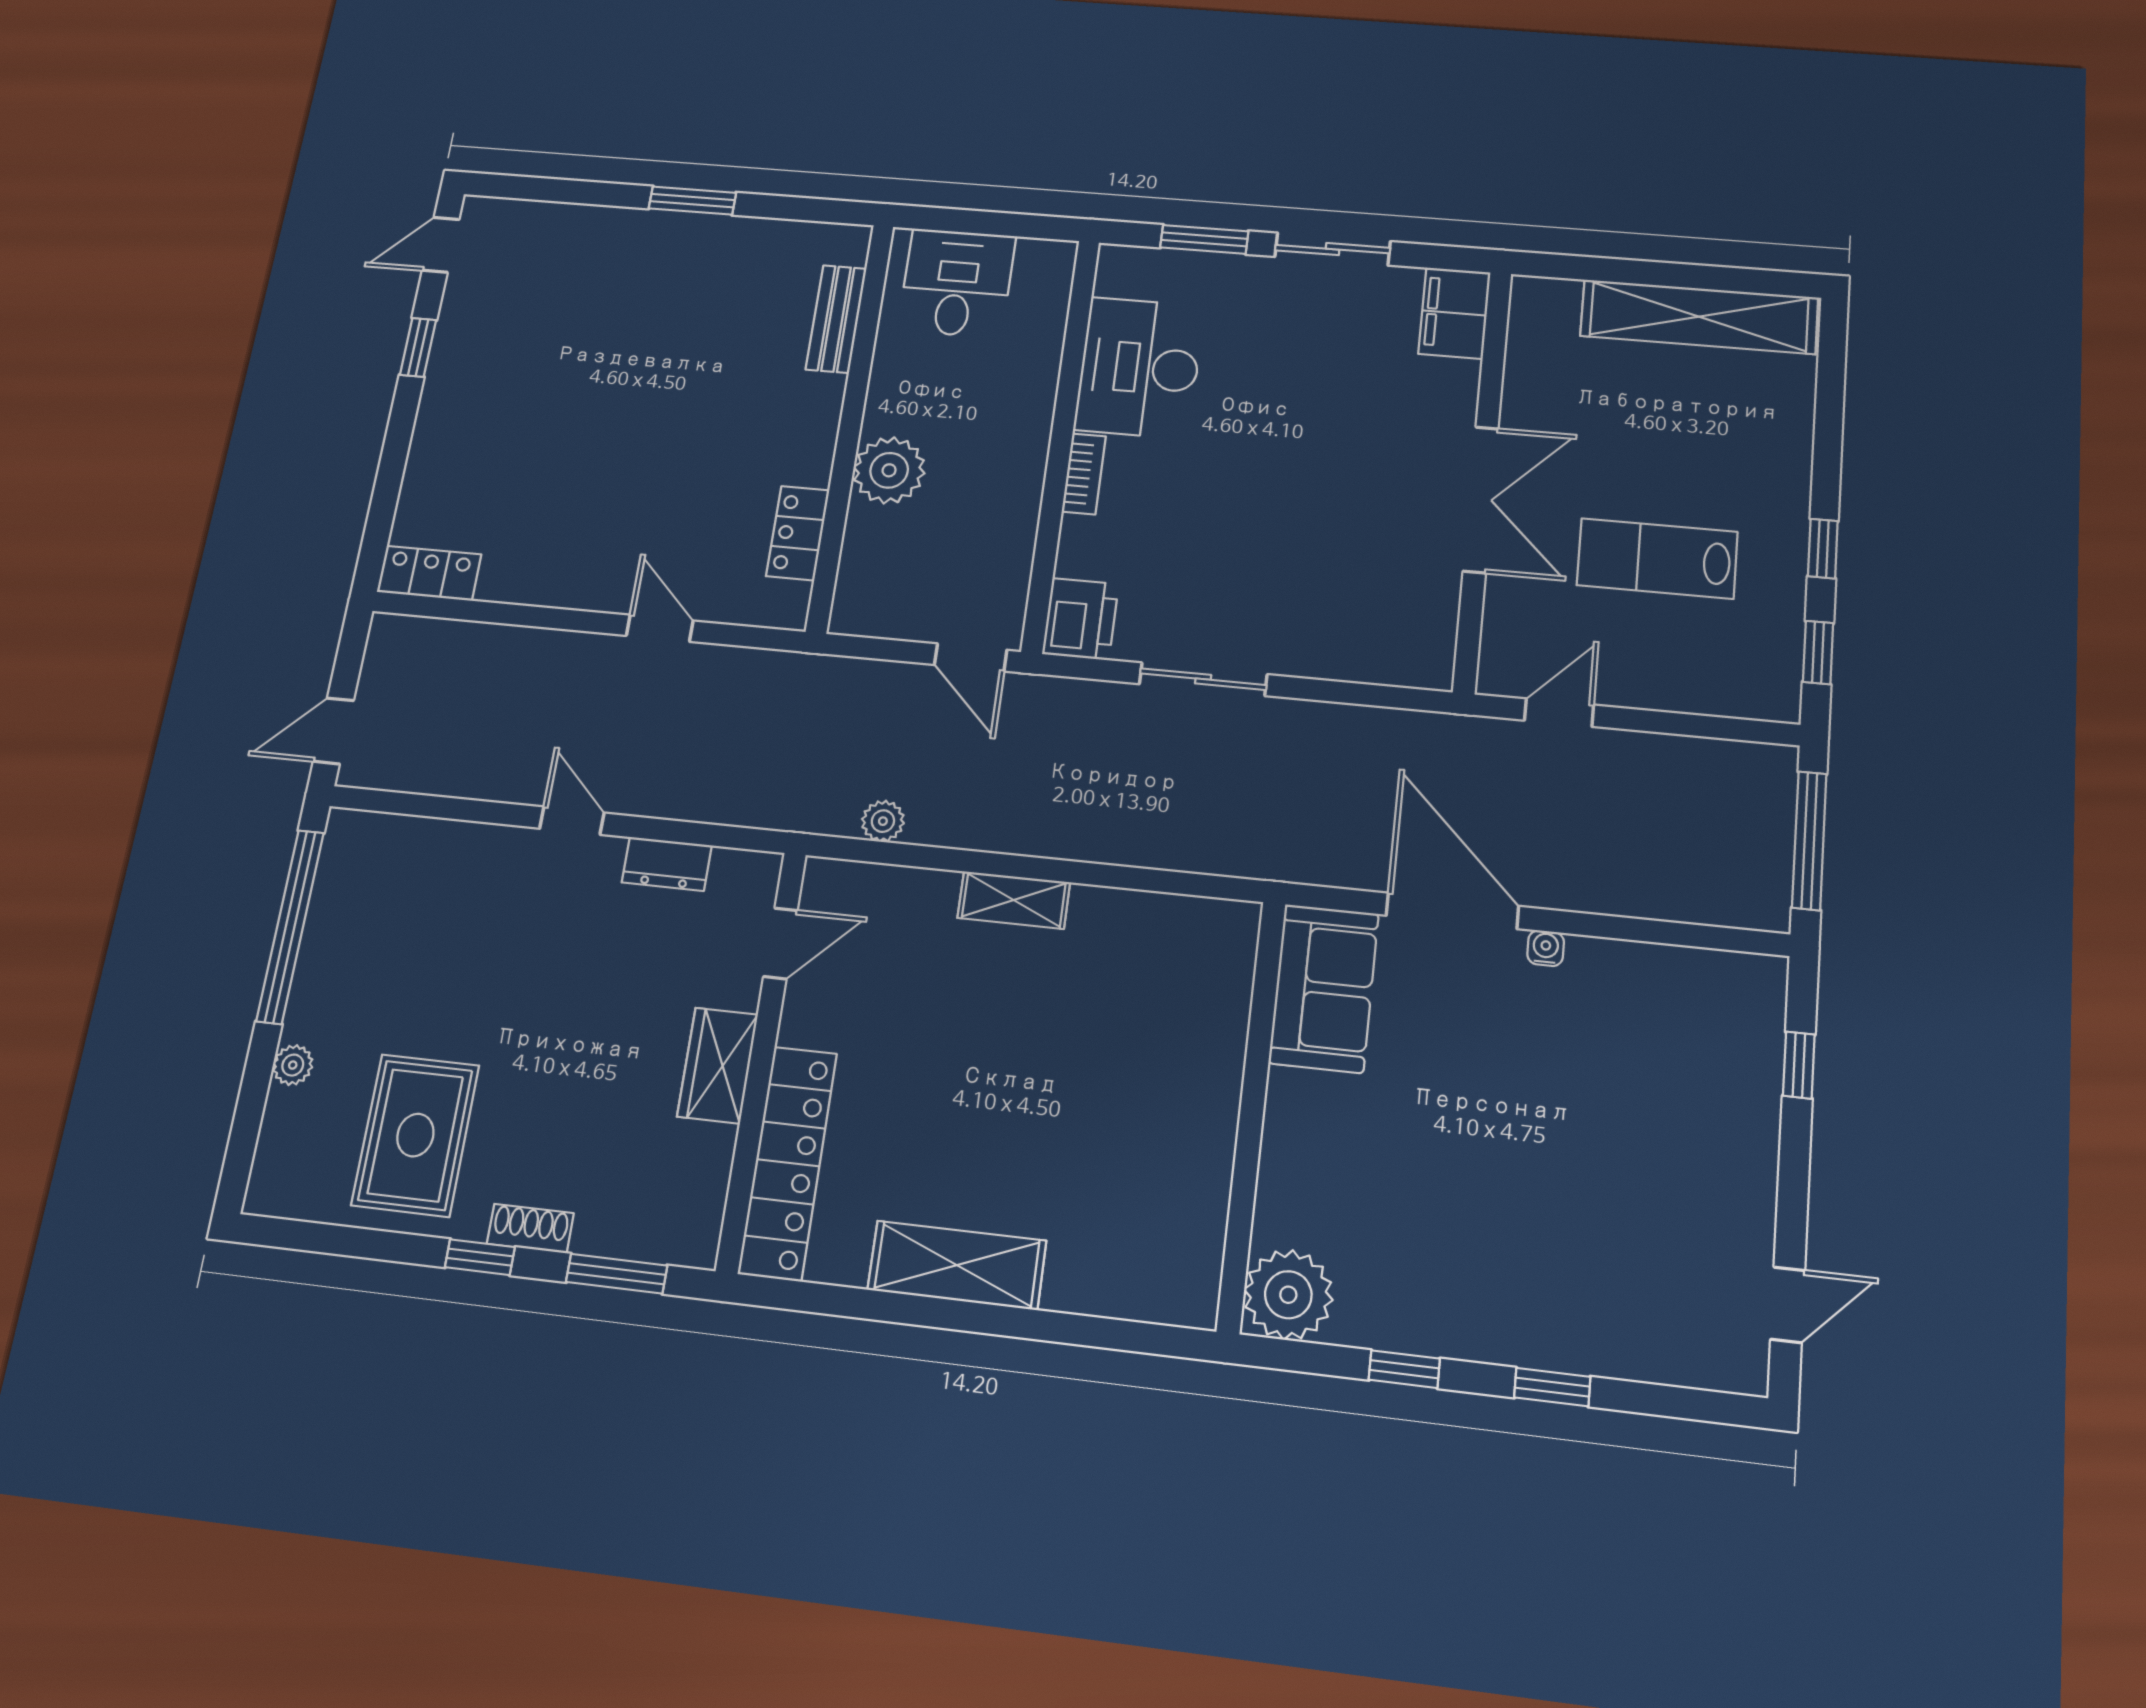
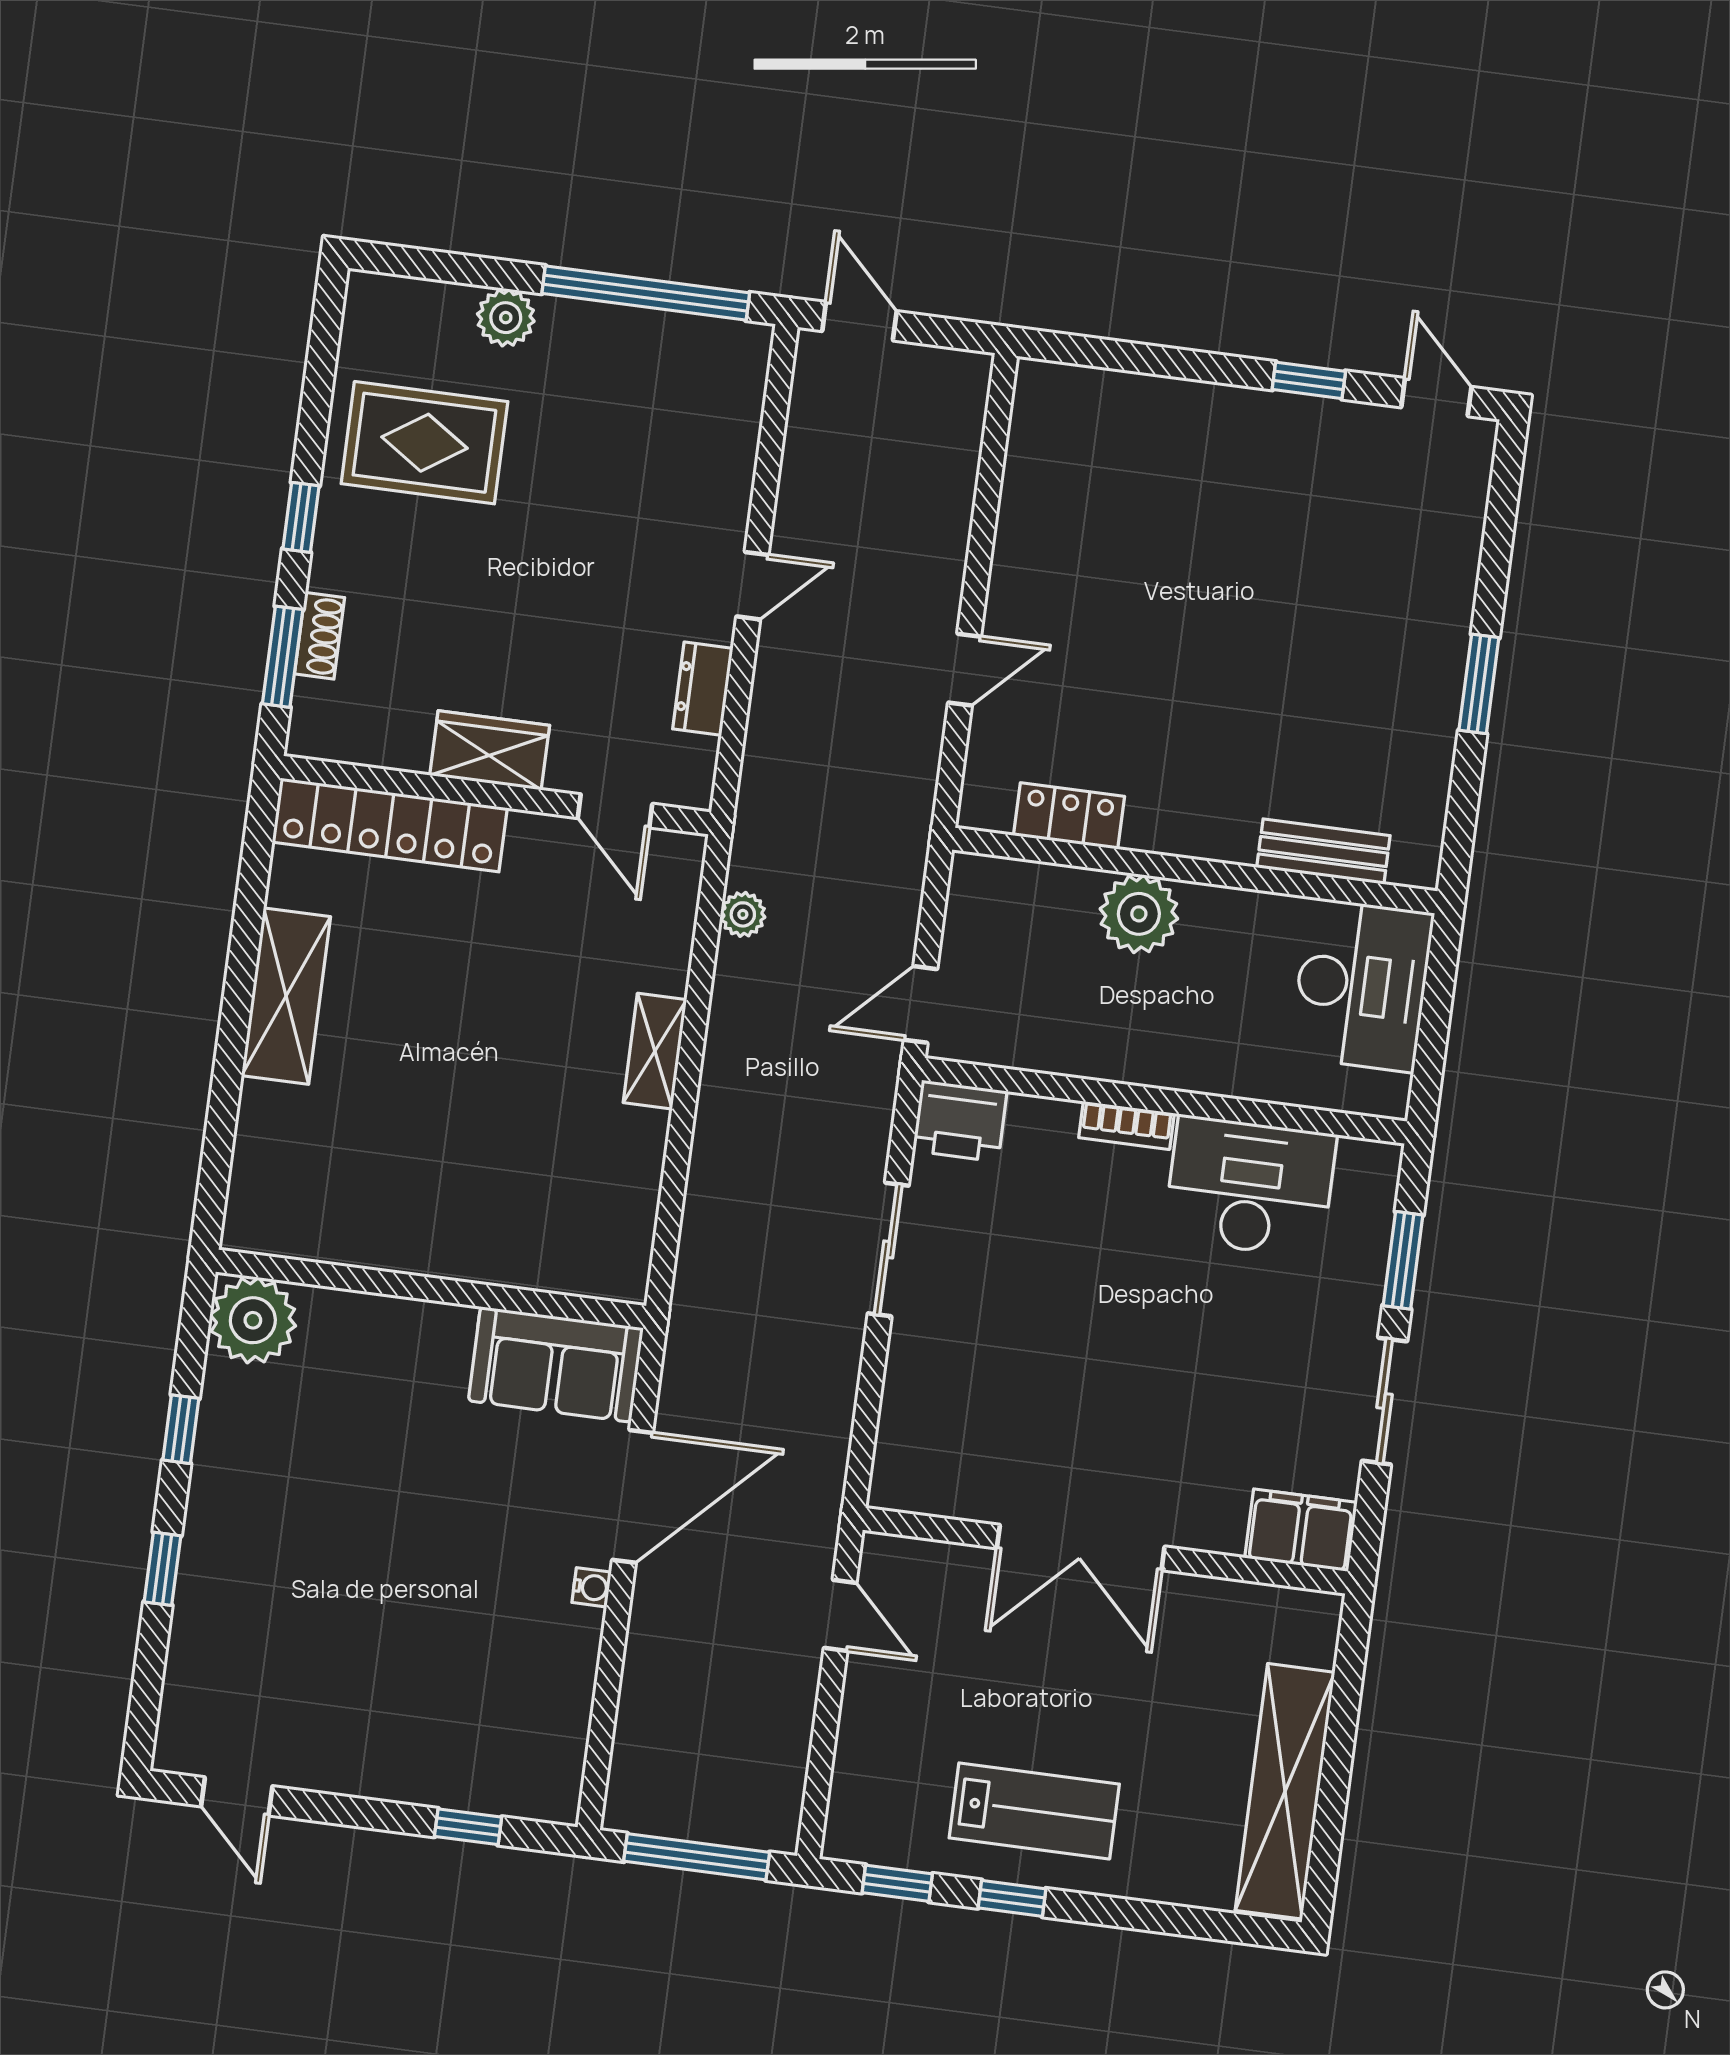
desk: (957, 283) -> (1362, 985), width x1.37
lab bench: (1657, 559) -> (1034, 1811), moved, turned 90
locker: (429, 573) -> (1037, 413), removed
plant: (293, 1065) -> (506, 318), width x1.38, depth x1.38
shoe rack: (530, 1228) -> (319, 636), moved

